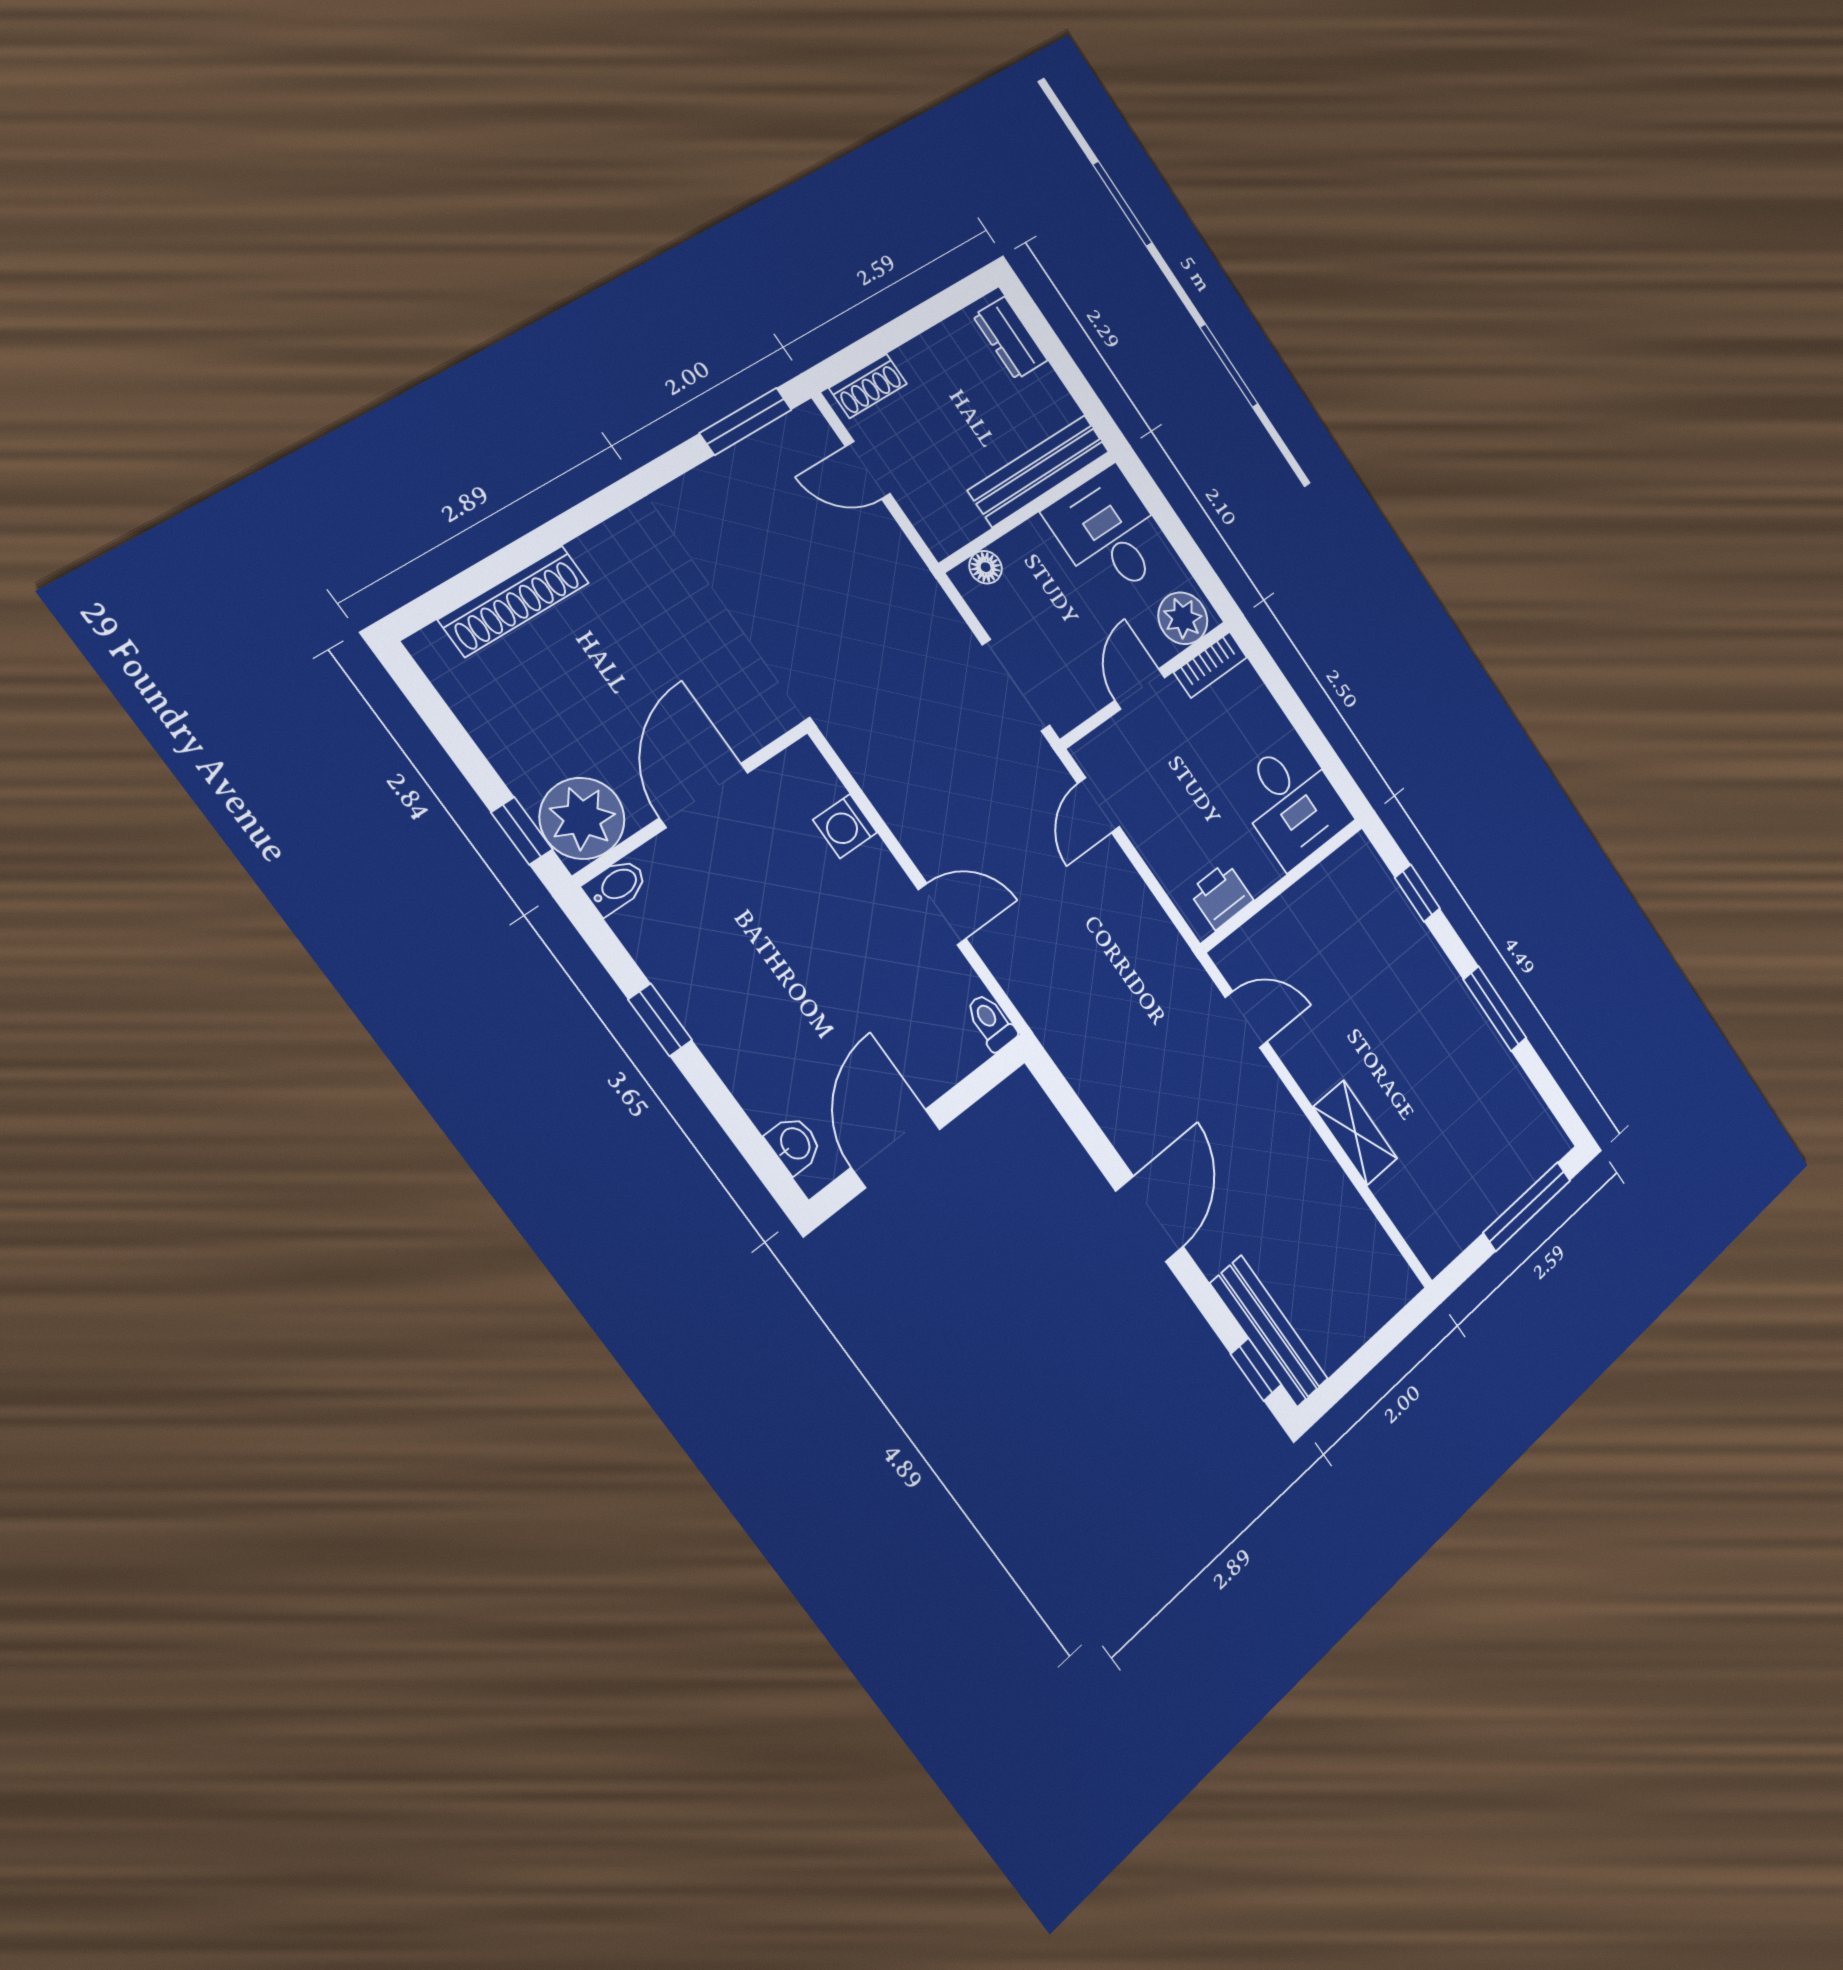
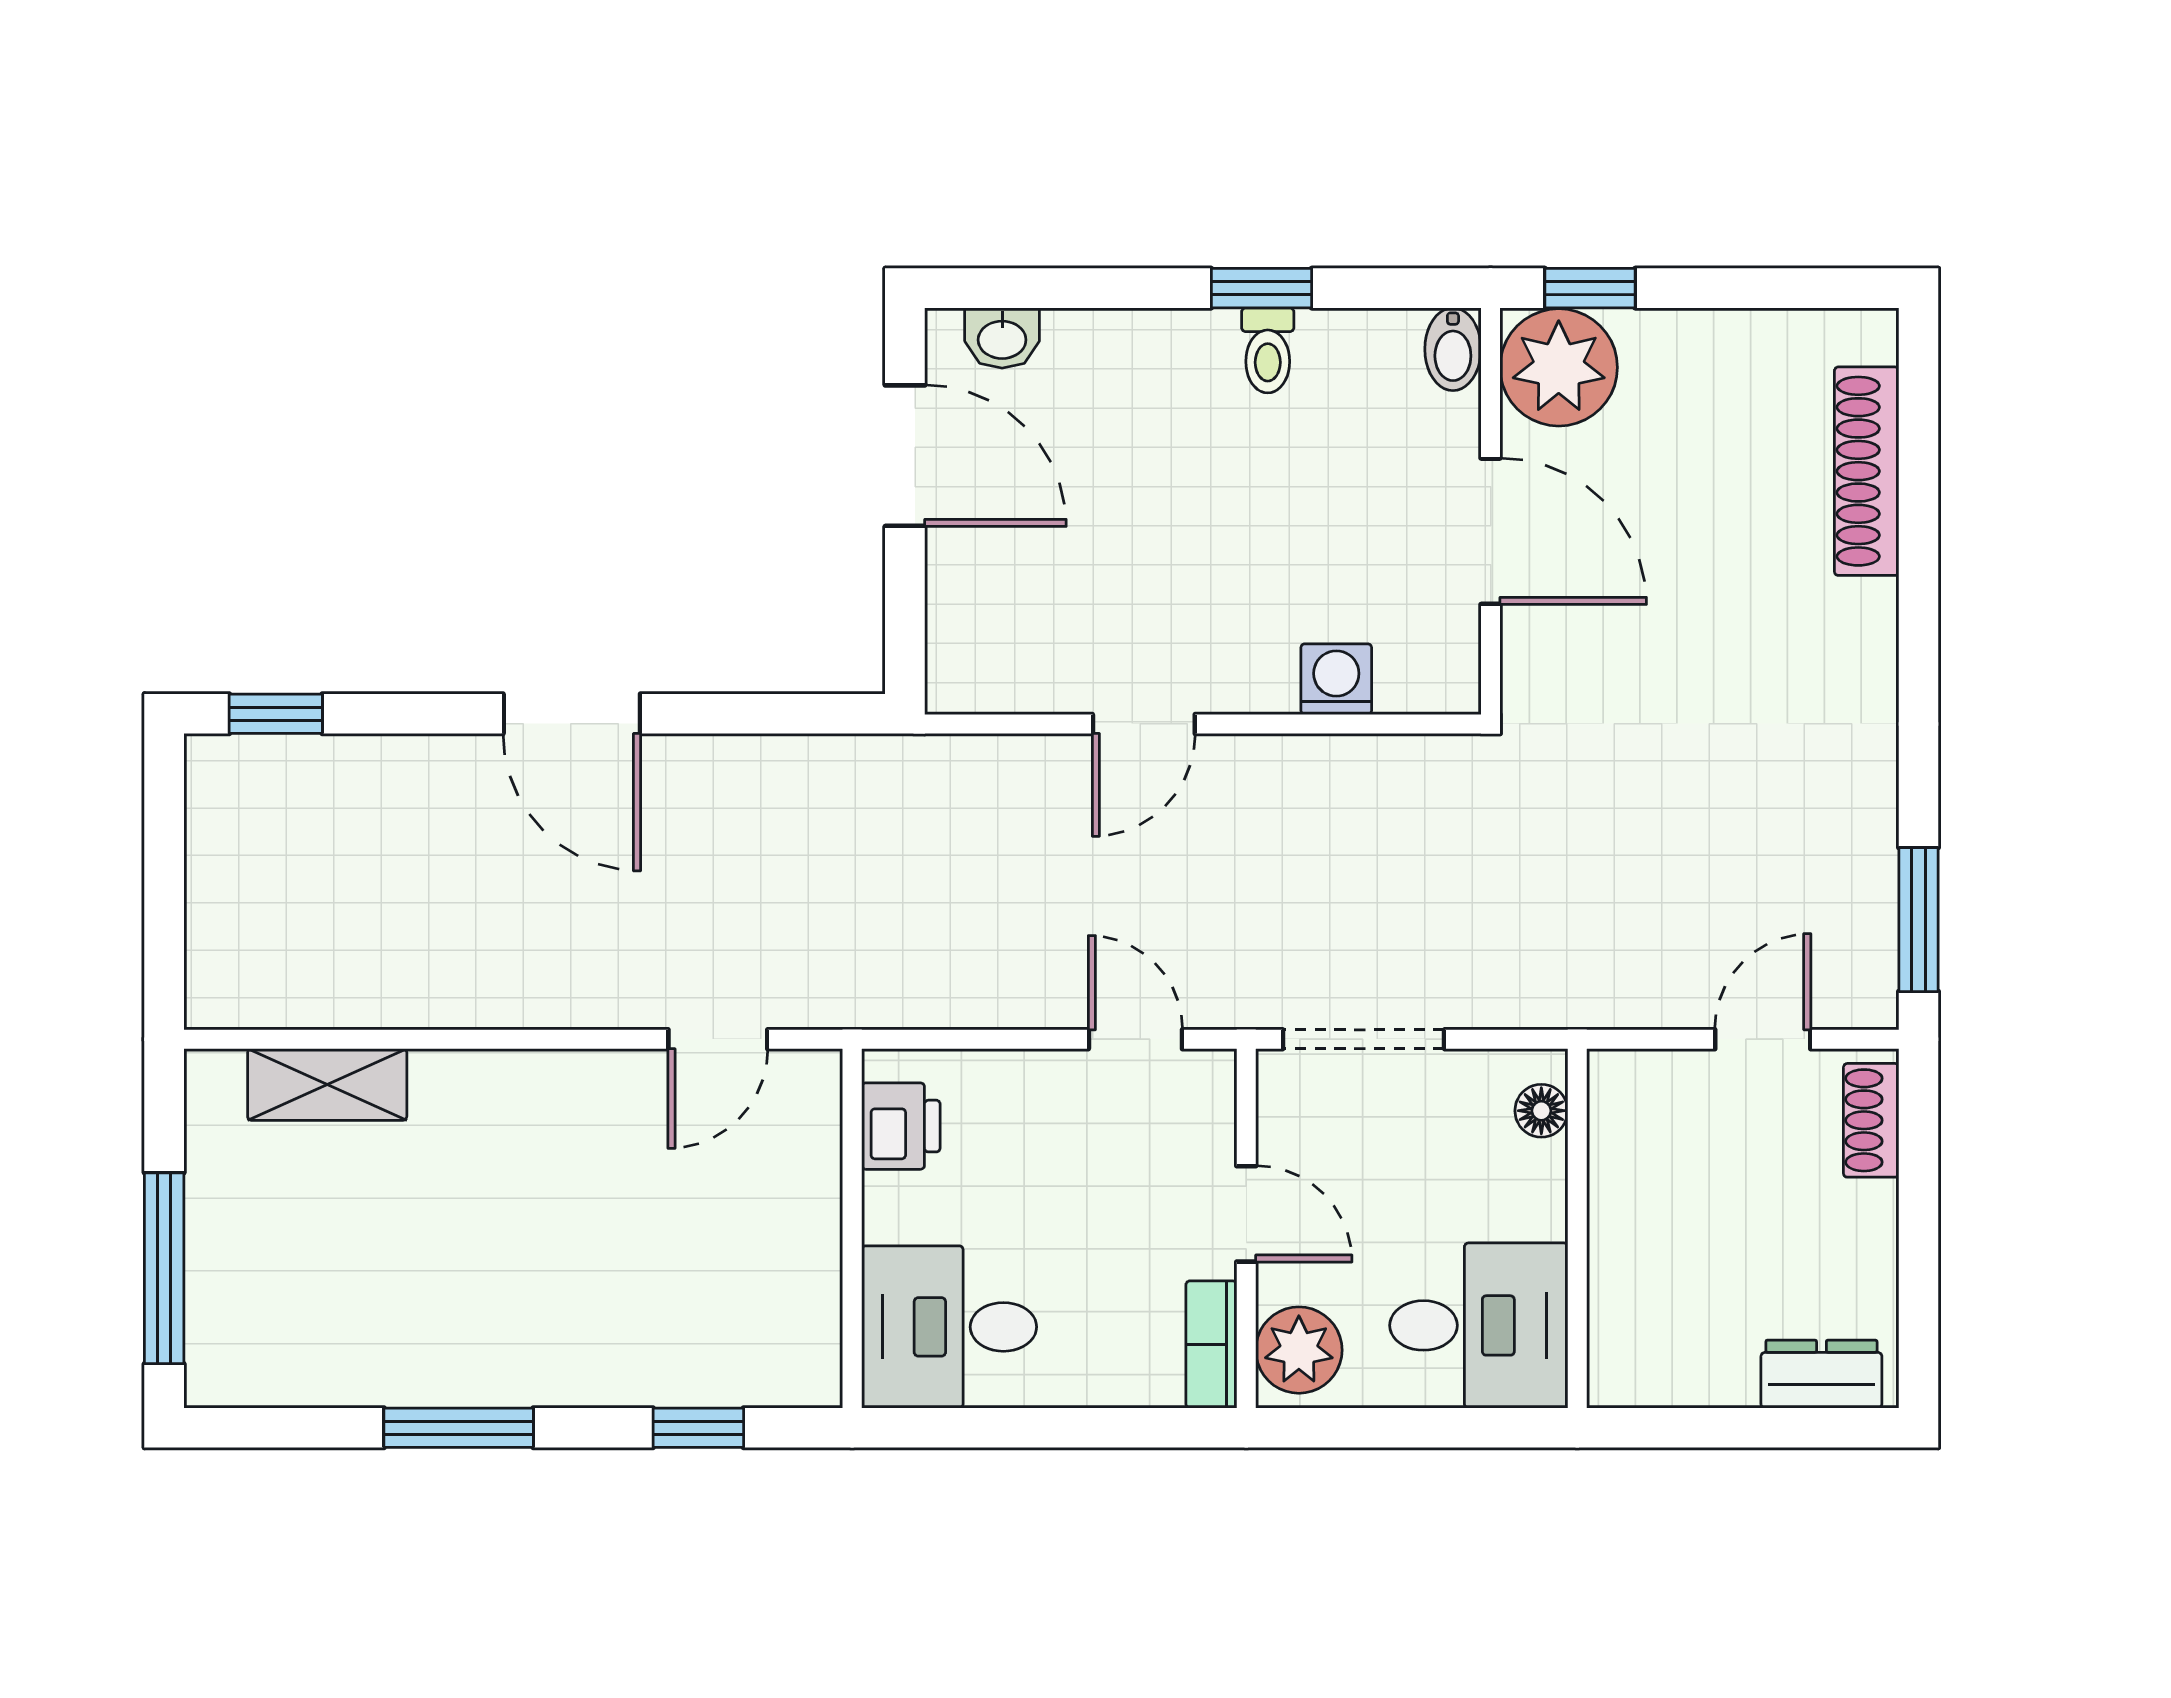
bench: (1039, 471) -> (1622, 1284), removed
toilet: (991, 1022) -> (1268, 350), moved, turned 90
shelving: (1355, 1133) -> (327, 1085), moved
bench: (1269, 1331) -> (307, 768), removed

